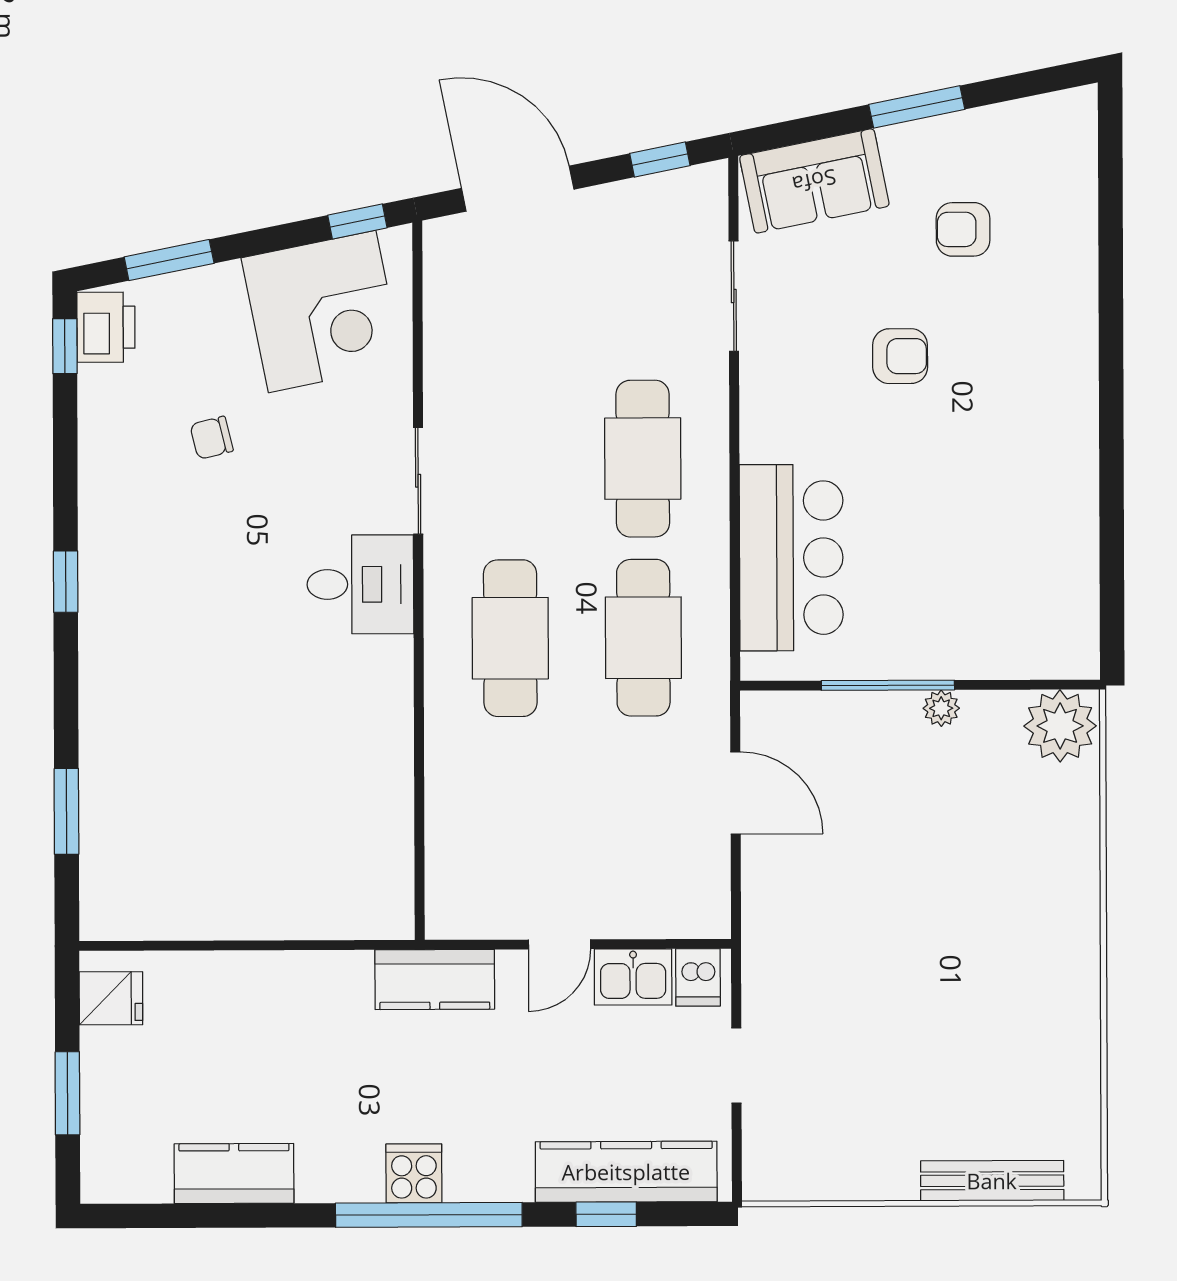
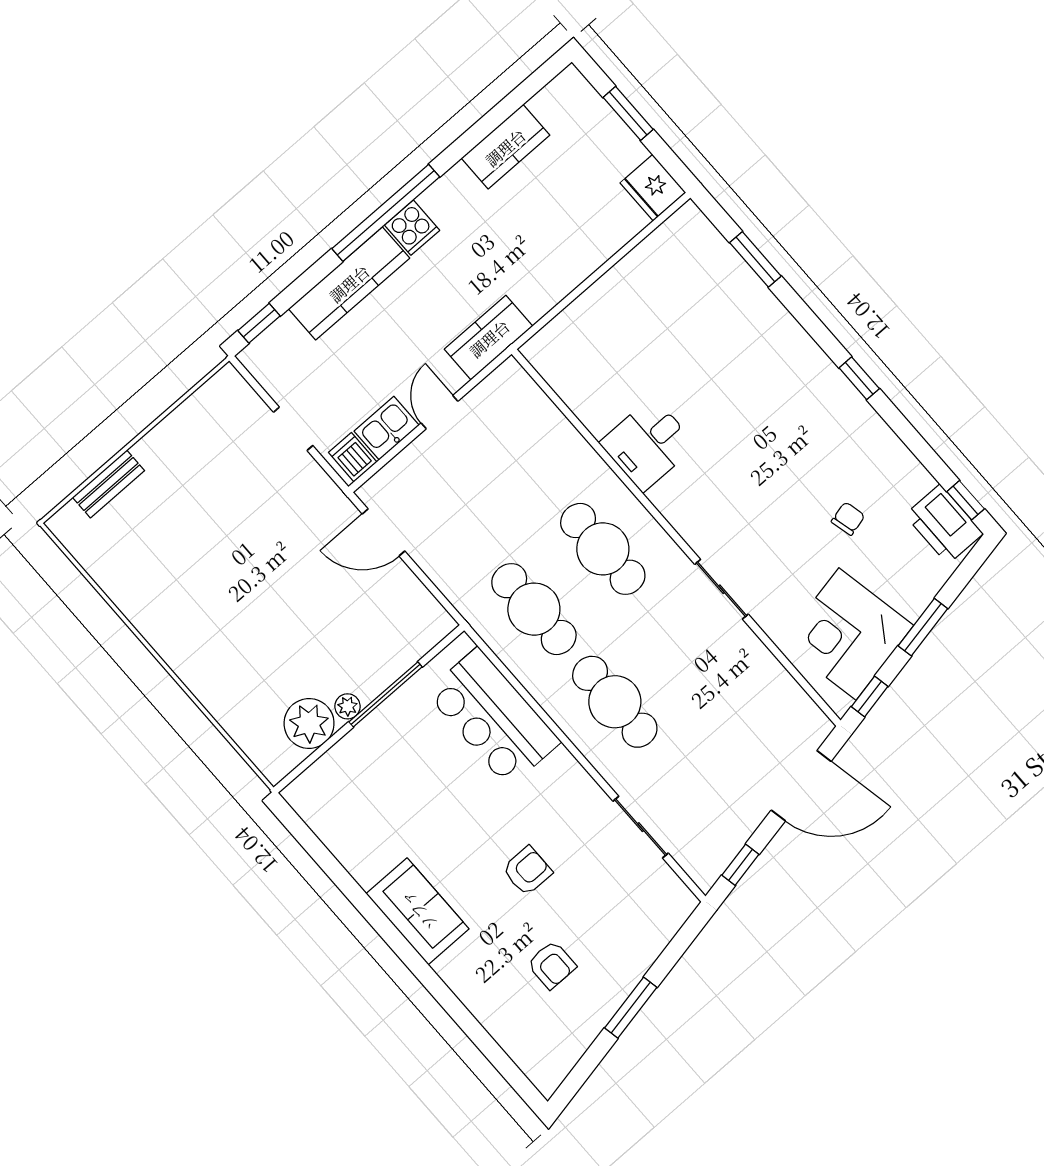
sofa: (814, 181) -> (418, 911), moved, turned 101
armchair: (963, 229) -> (552, 965), turned 90
window: (169, 260) -> (923, 627), moved
printer: (106, 327) -> (944, 524), width x1.37, depth x1.19
armchair: (900, 356) -> (527, 871), turned 180
desk: (360, 584) -> (648, 444), moved
plant: (1060, 726) -> (309, 723), moved
door: (735, 793) -> (384, 532), moved
fridge: (111, 998) -> (653, 188), width x1.38
kitchen counter: (626, 1172) -> (349, 283), moved
bench: (992, 1181) -> (109, 484), width x0.73
window: (606, 1214) -> (259, 323), moved

